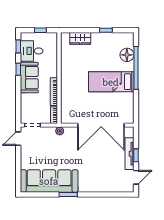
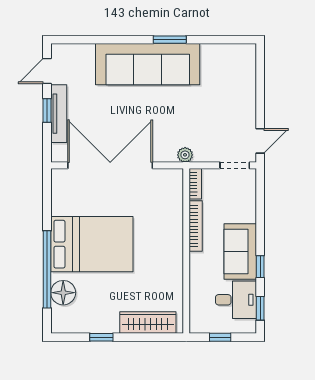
wardrobe: (80, 38) -> (148, 322), width x1.50
bed: (111, 82) -> (92, 244), width x1.50
sofa: (49, 181) -> (148, 64), moved

